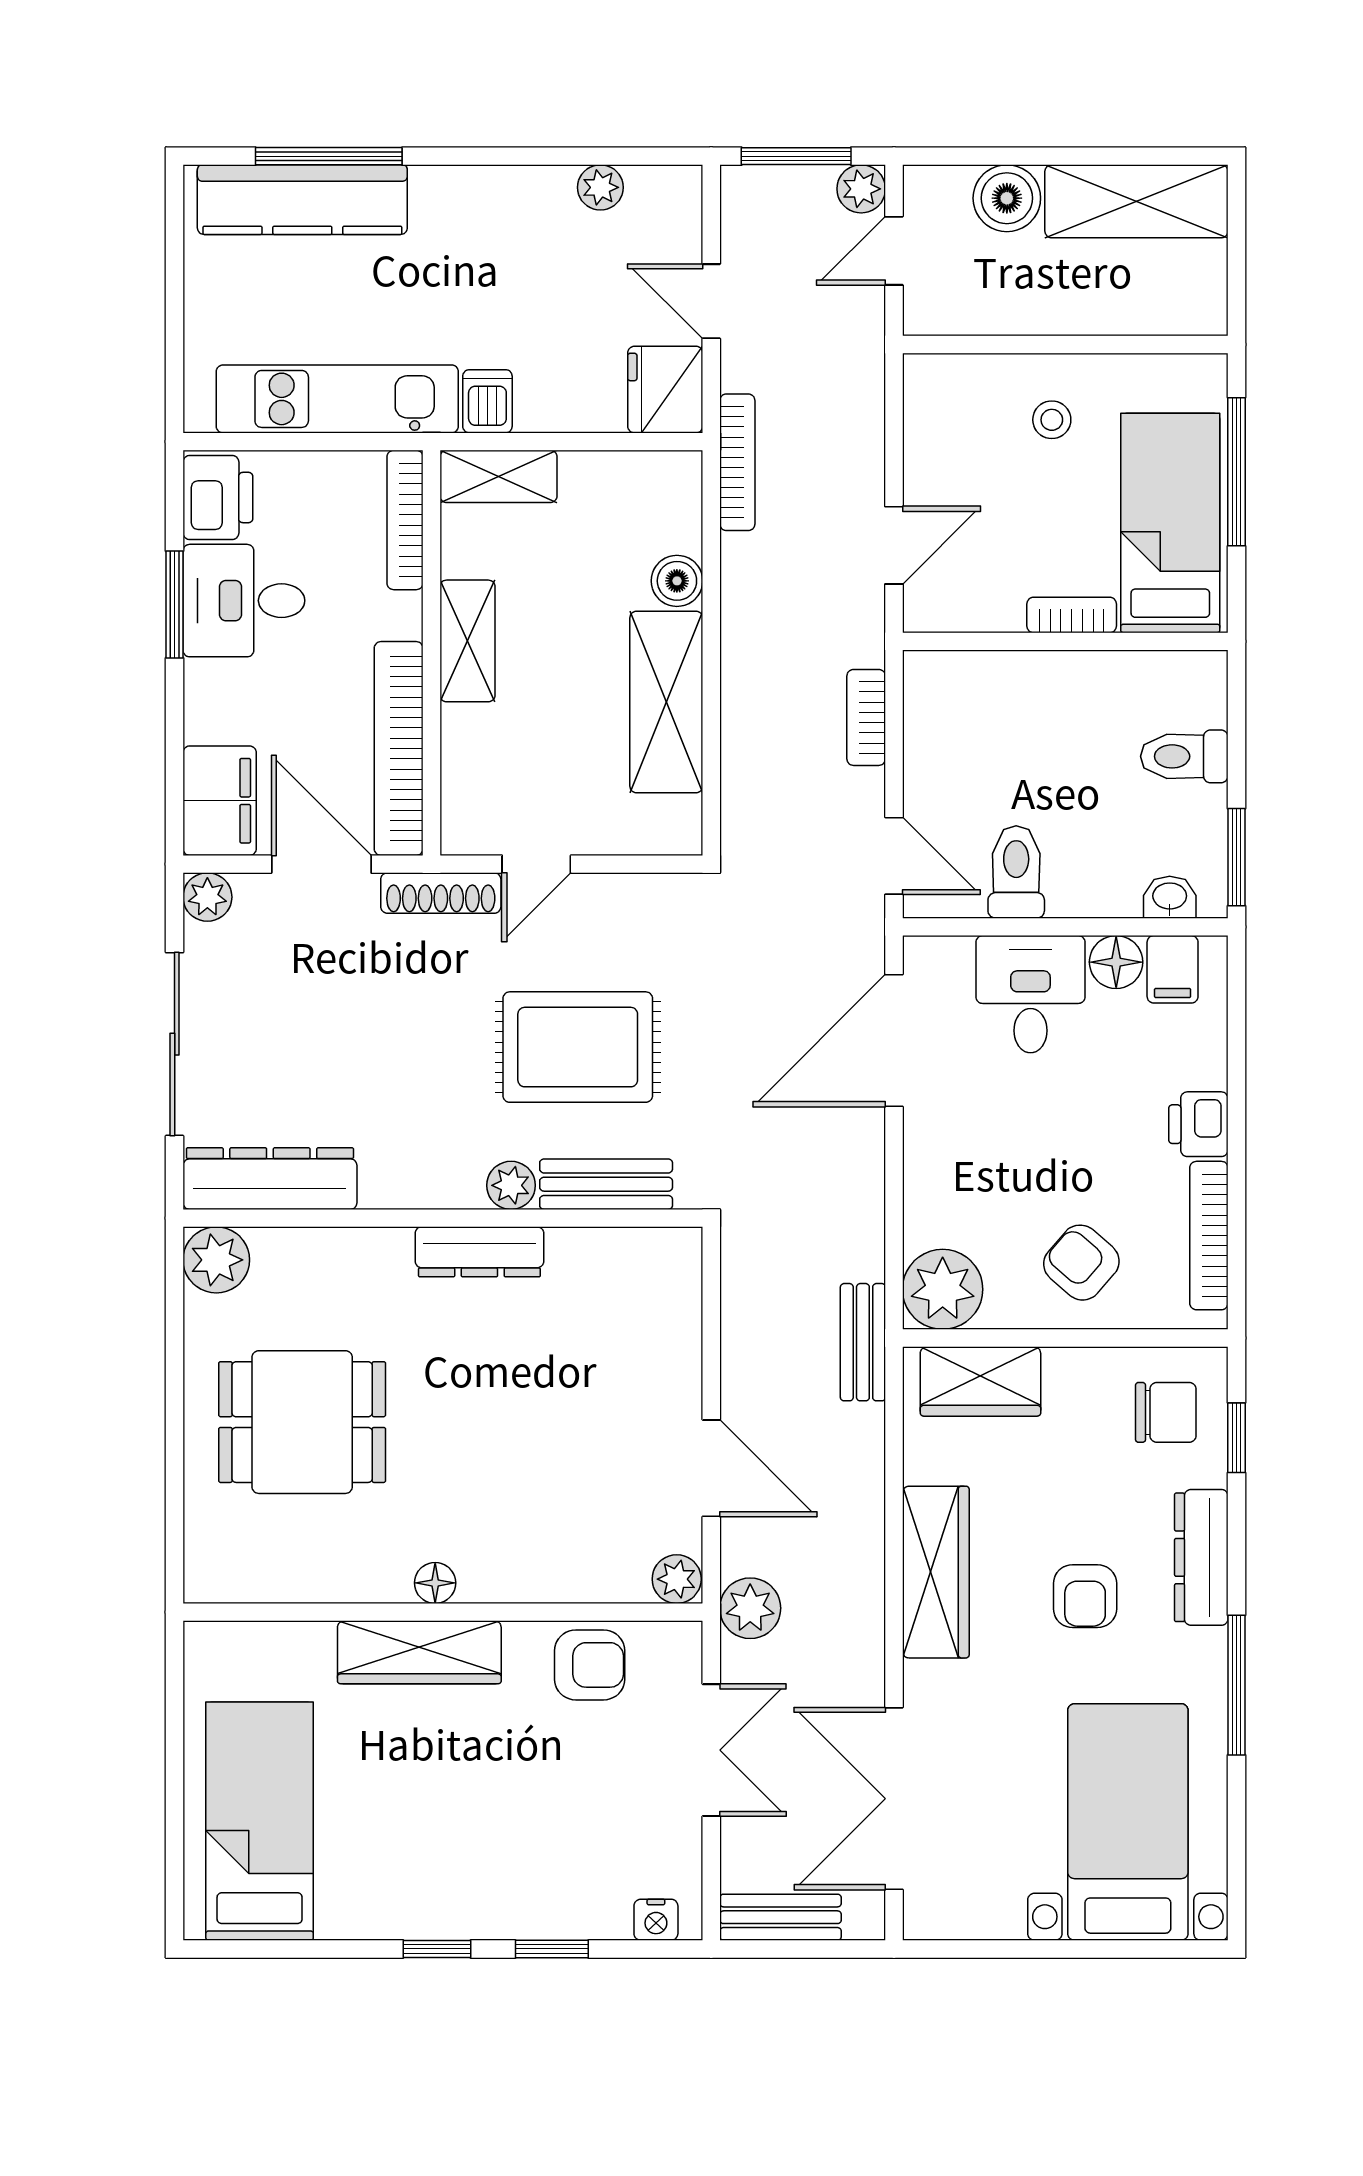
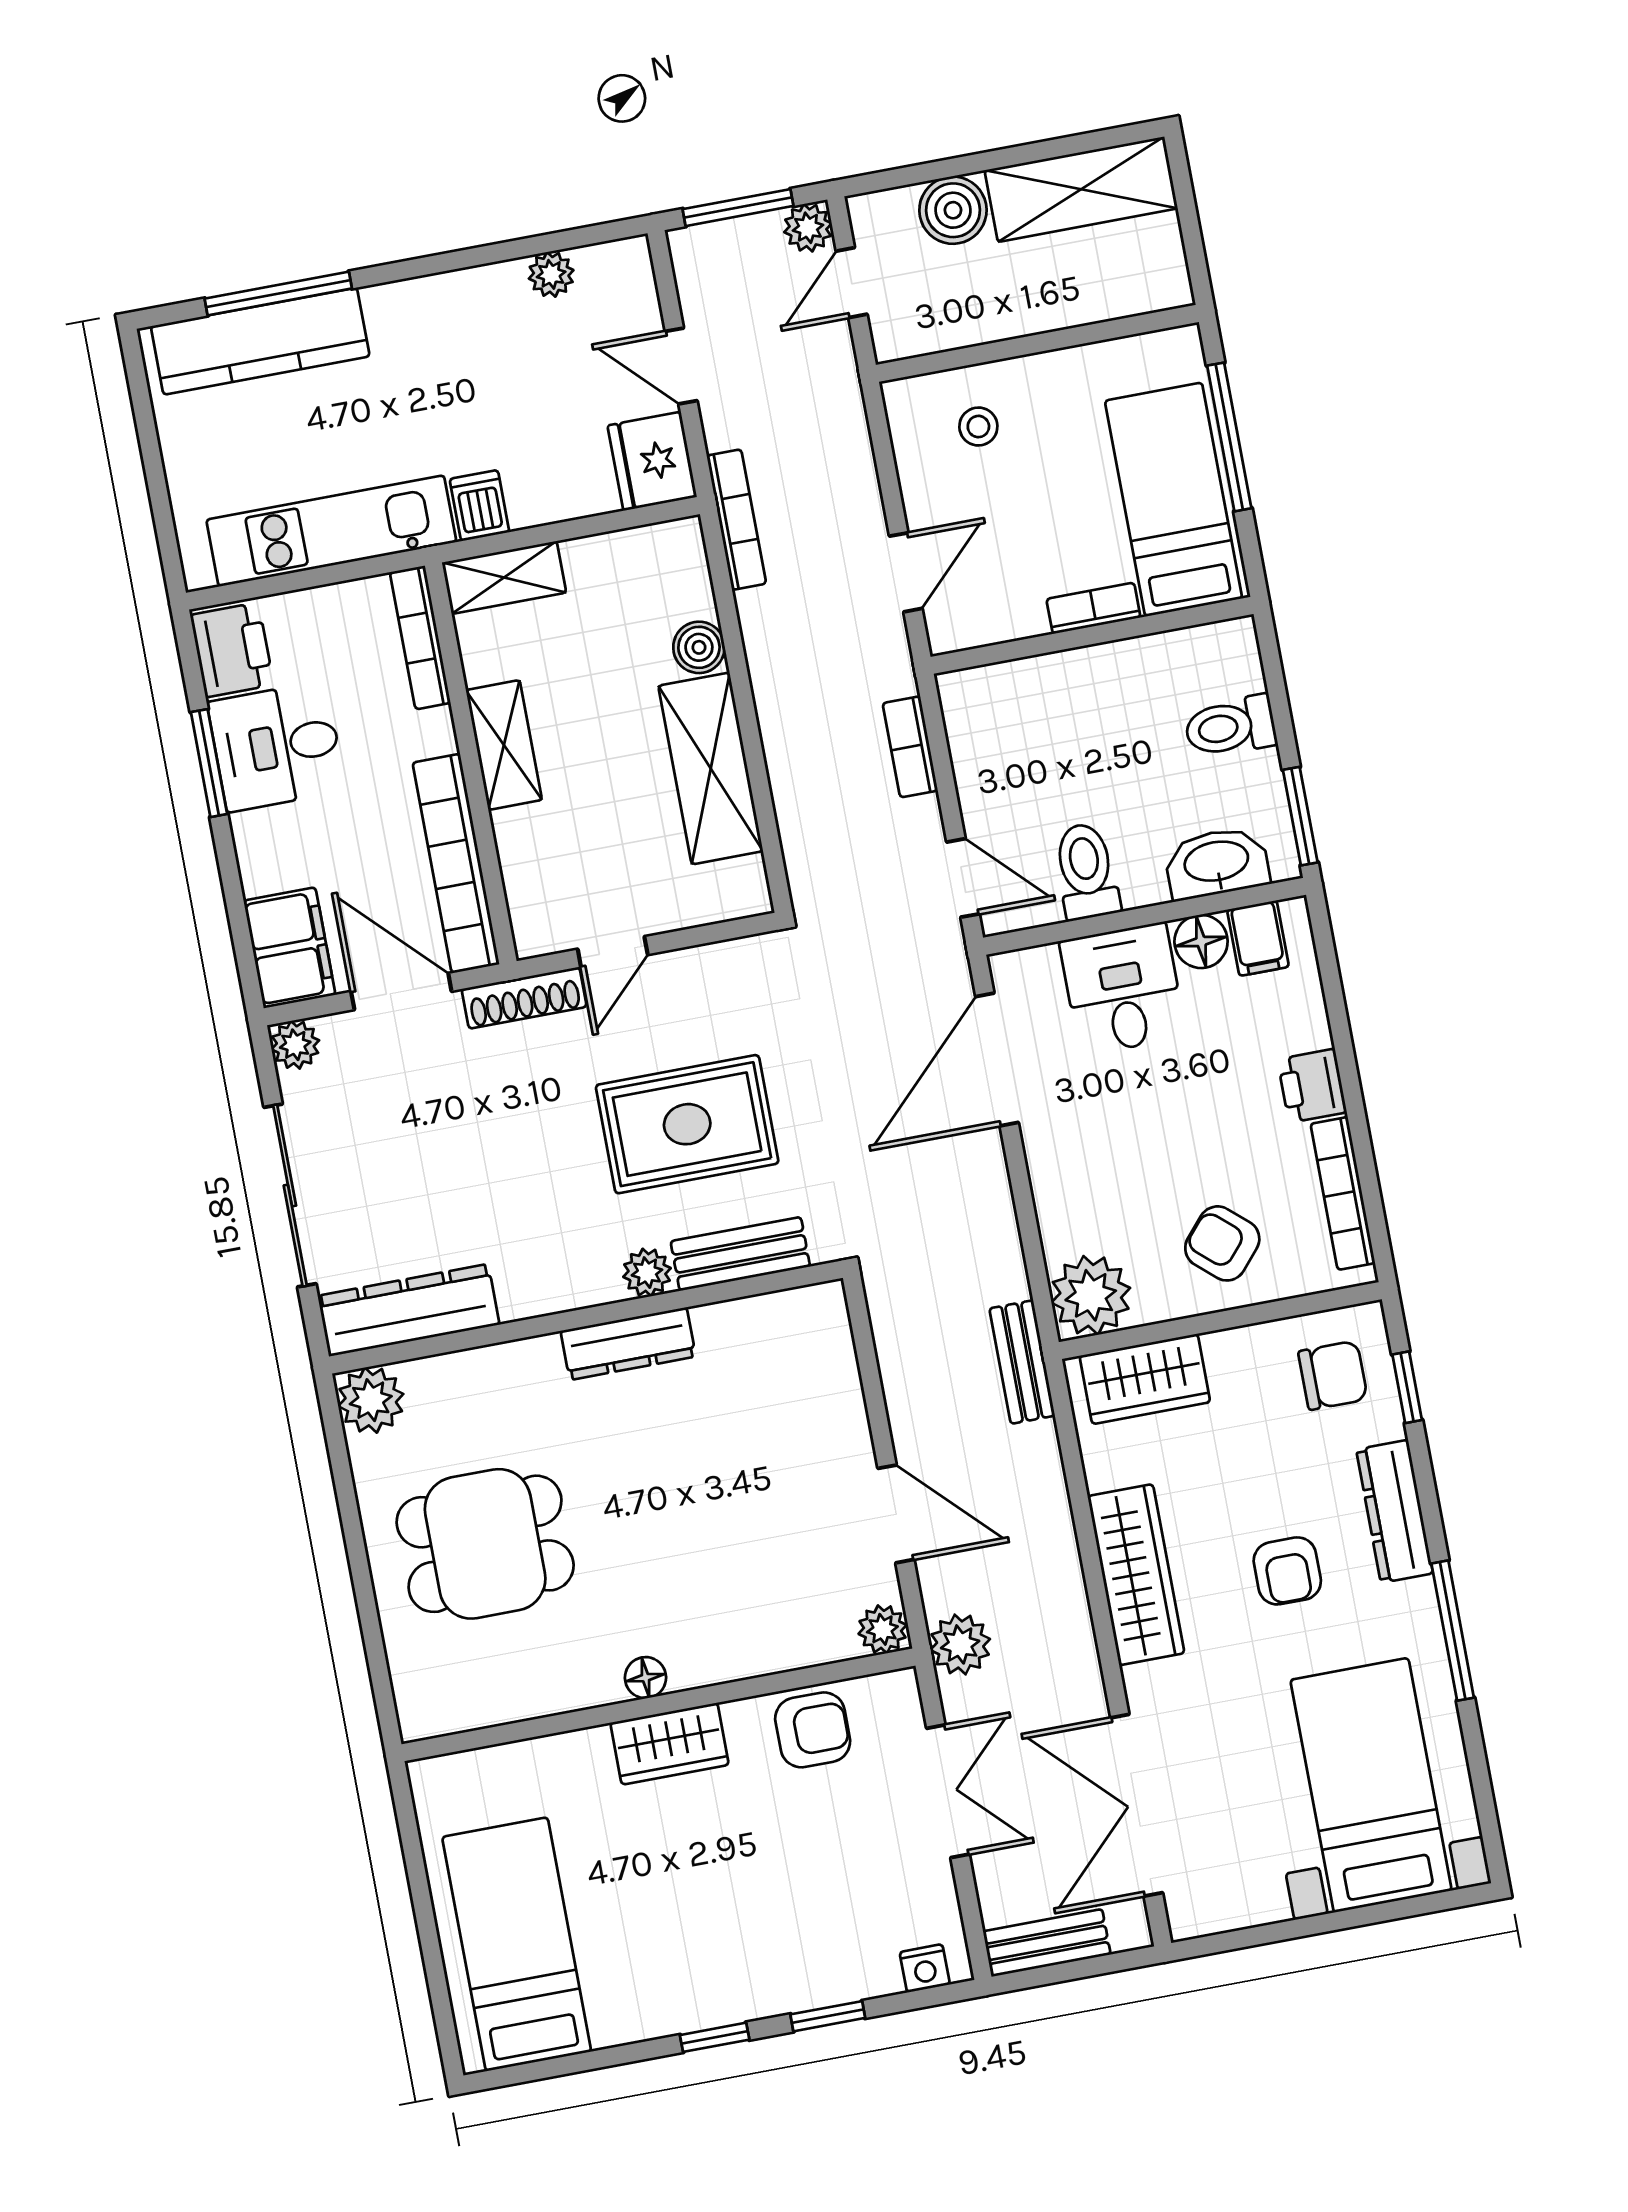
stool: (1052, 420) -> (978, 427), moved
washbasin: (1170, 897) -> (1217, 863), width x1.91, depth x1.45
wardrobe: (419, 1652) -> (670, 1744), width x0.67

